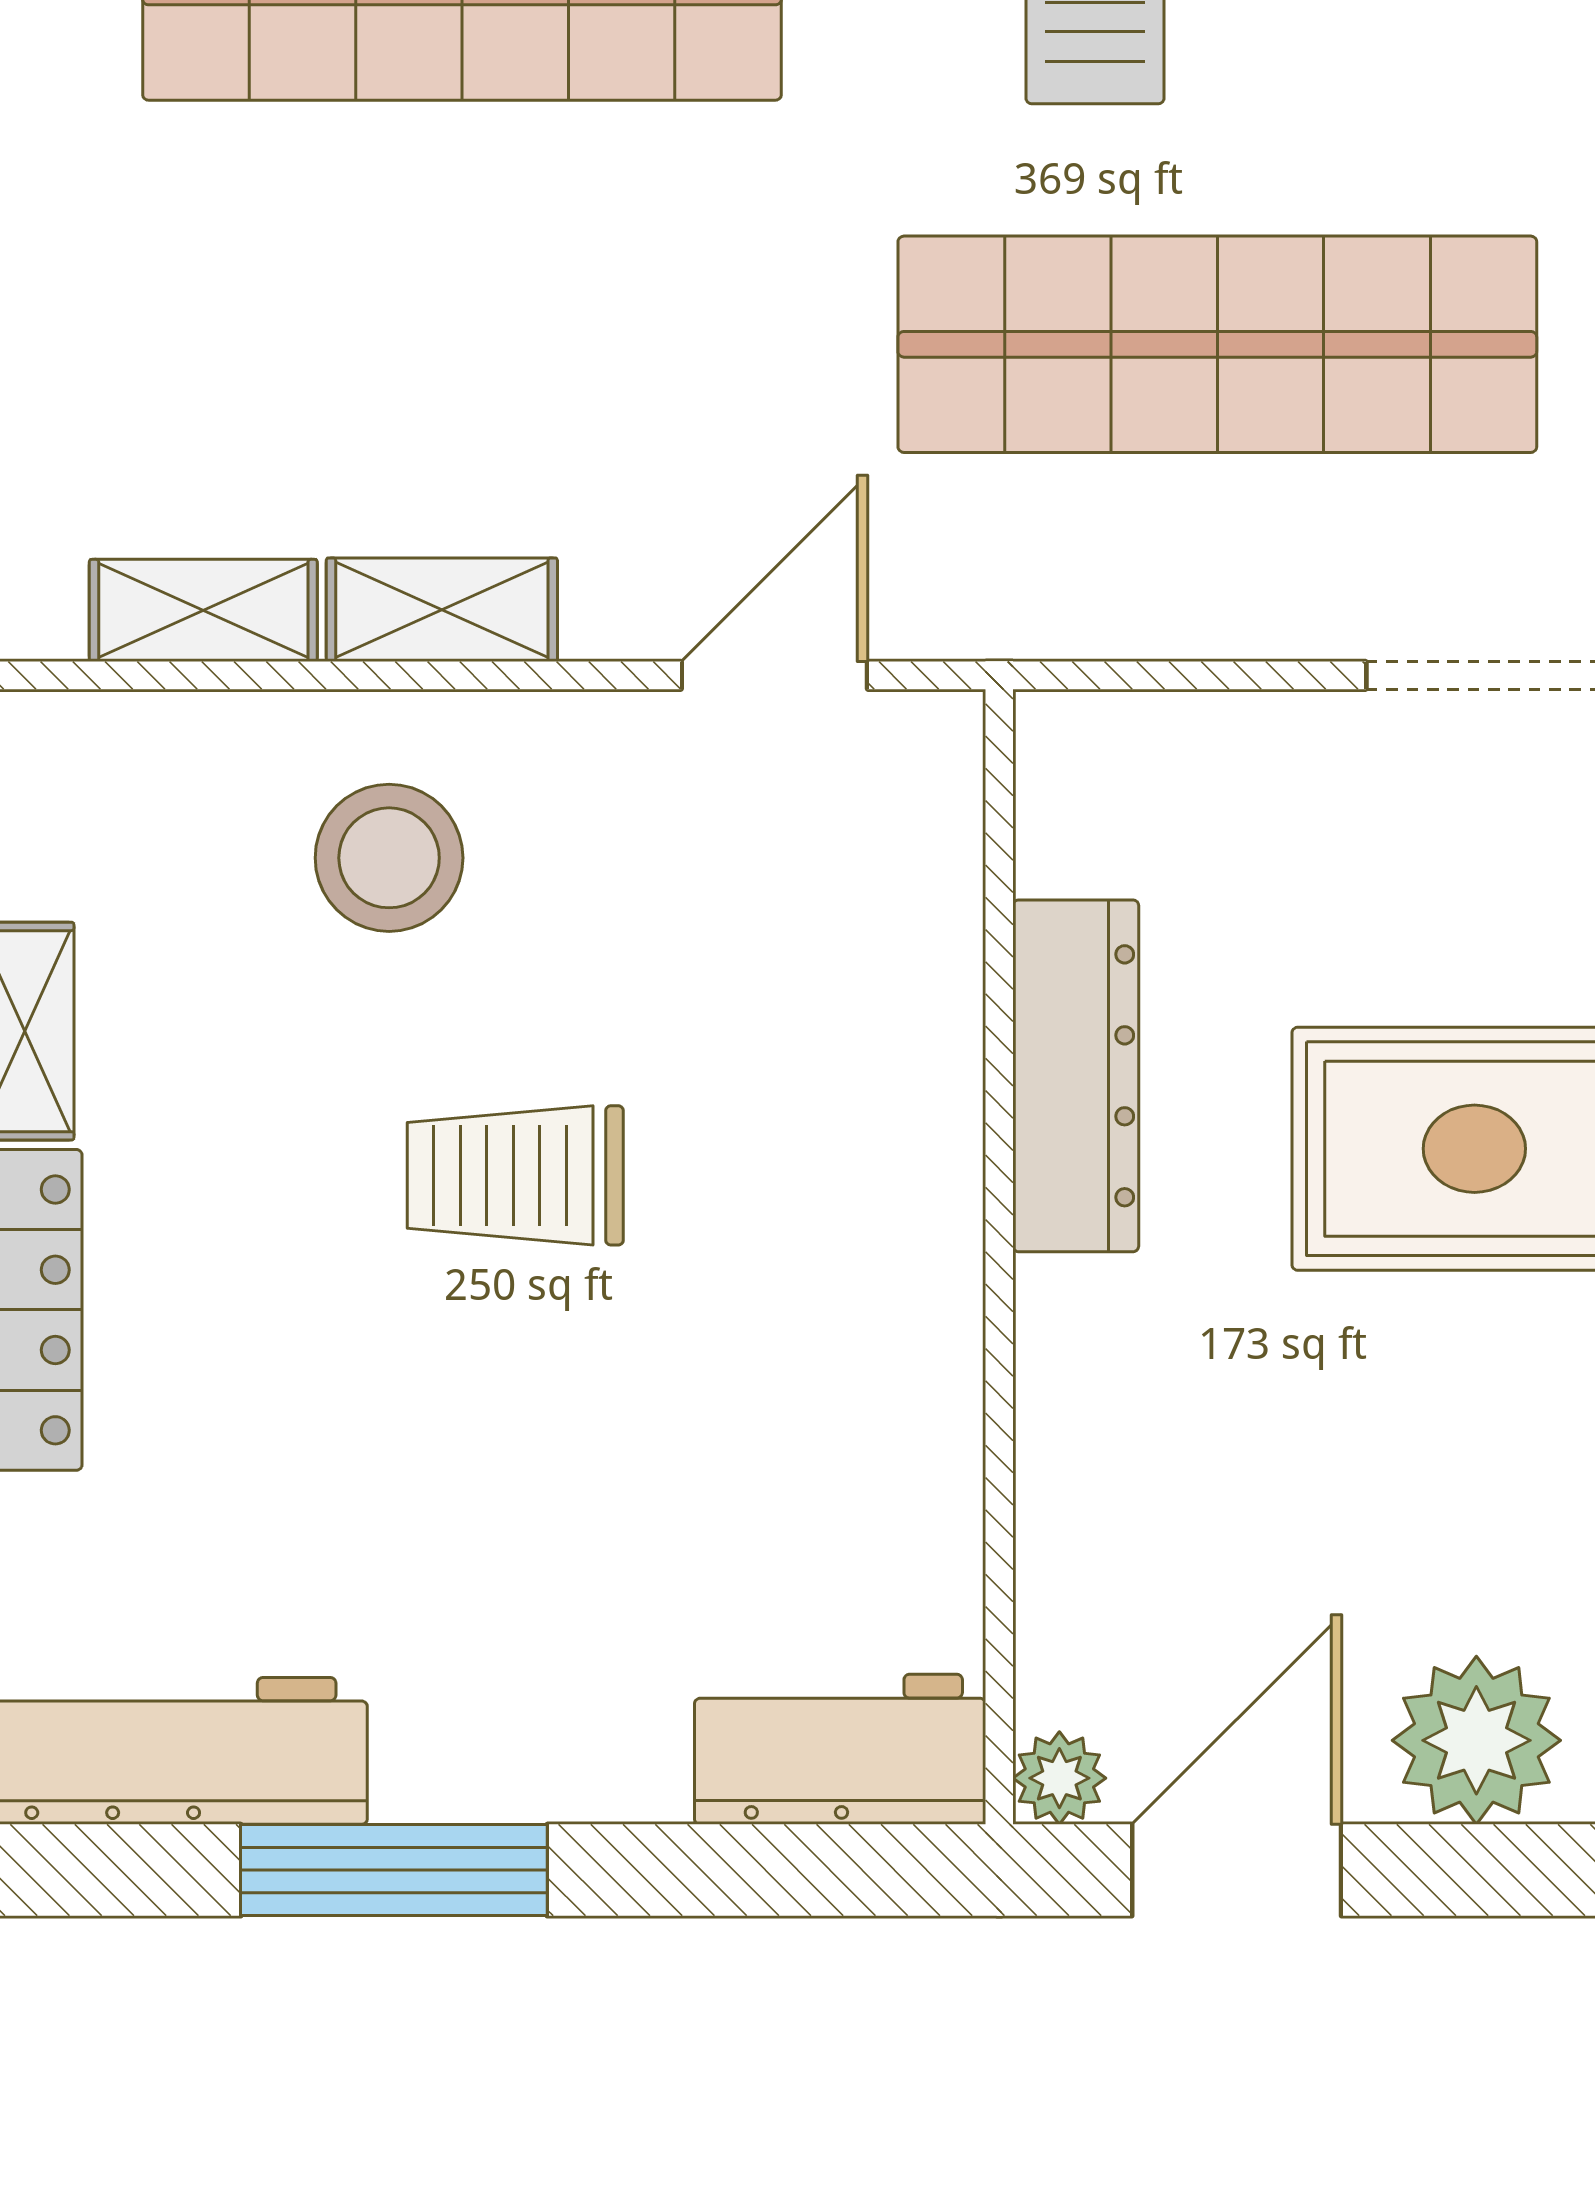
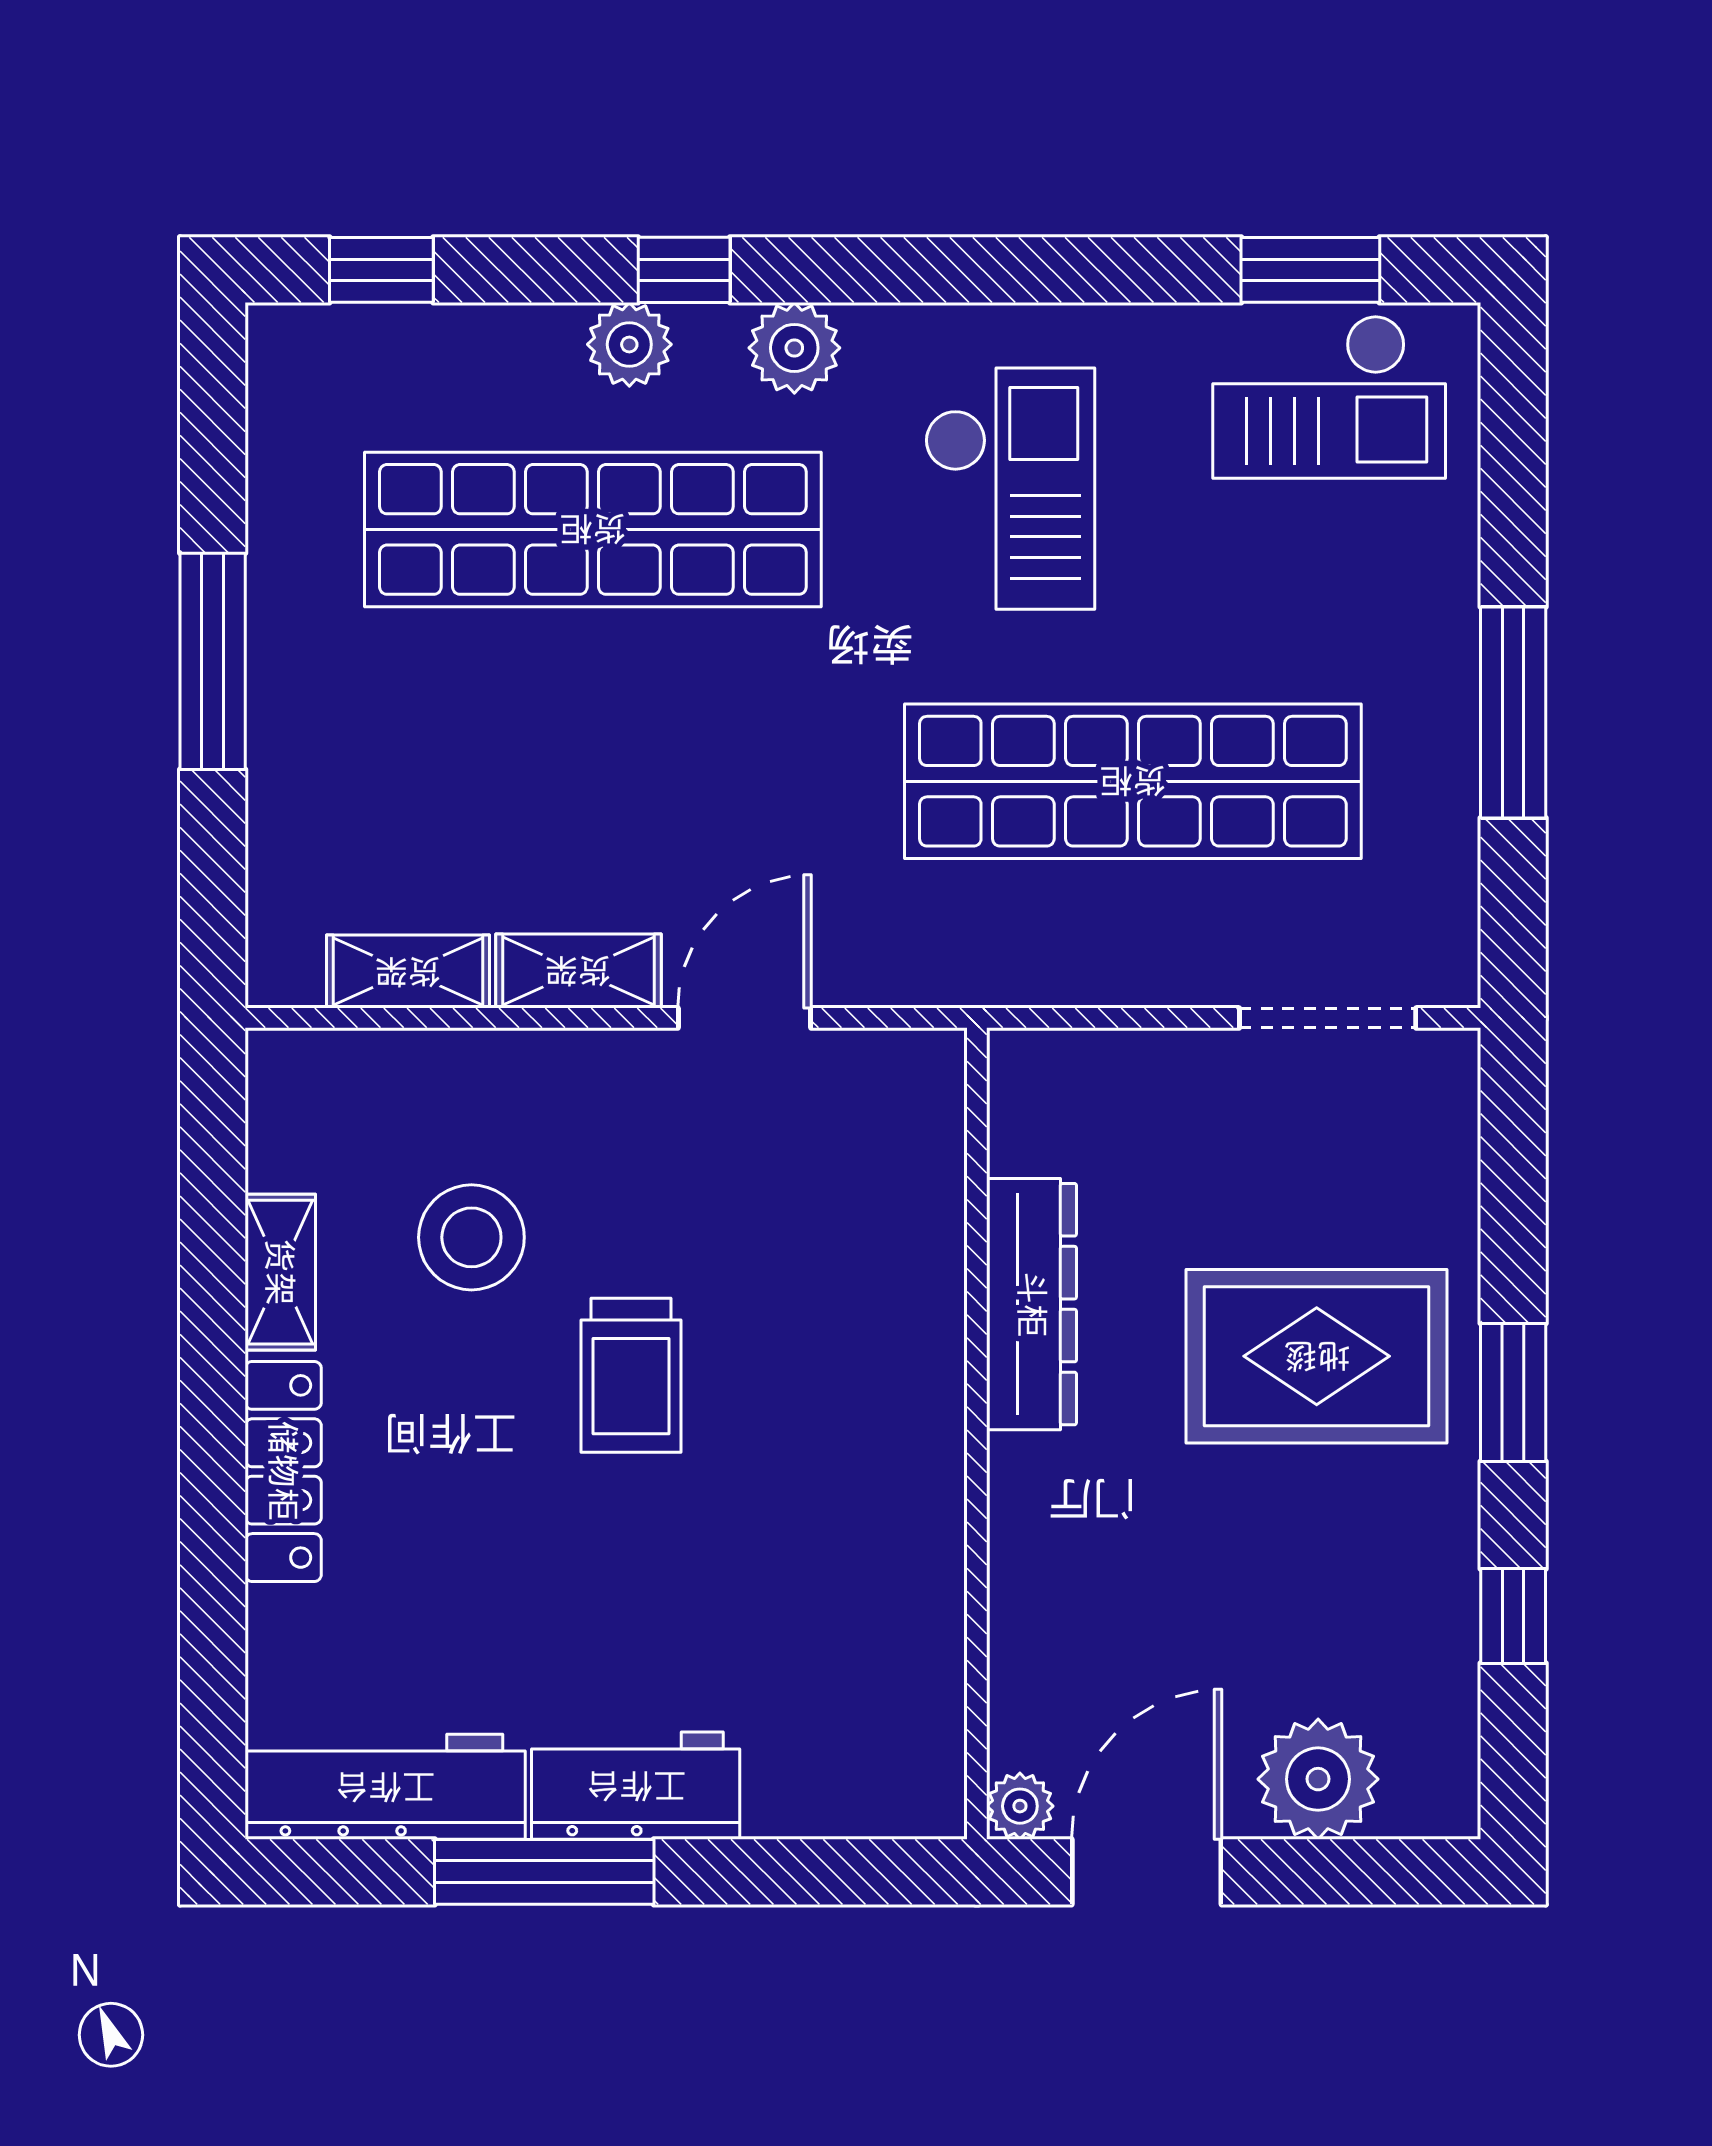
door: (774, 675) -> (745, 1018), moved
stool: (389, 858) -> (471, 1237), moved
trolley: (515, 1175) -> (631, 1375), turned -90
workbench: (840, 1749) -> (636, 1786), moved

